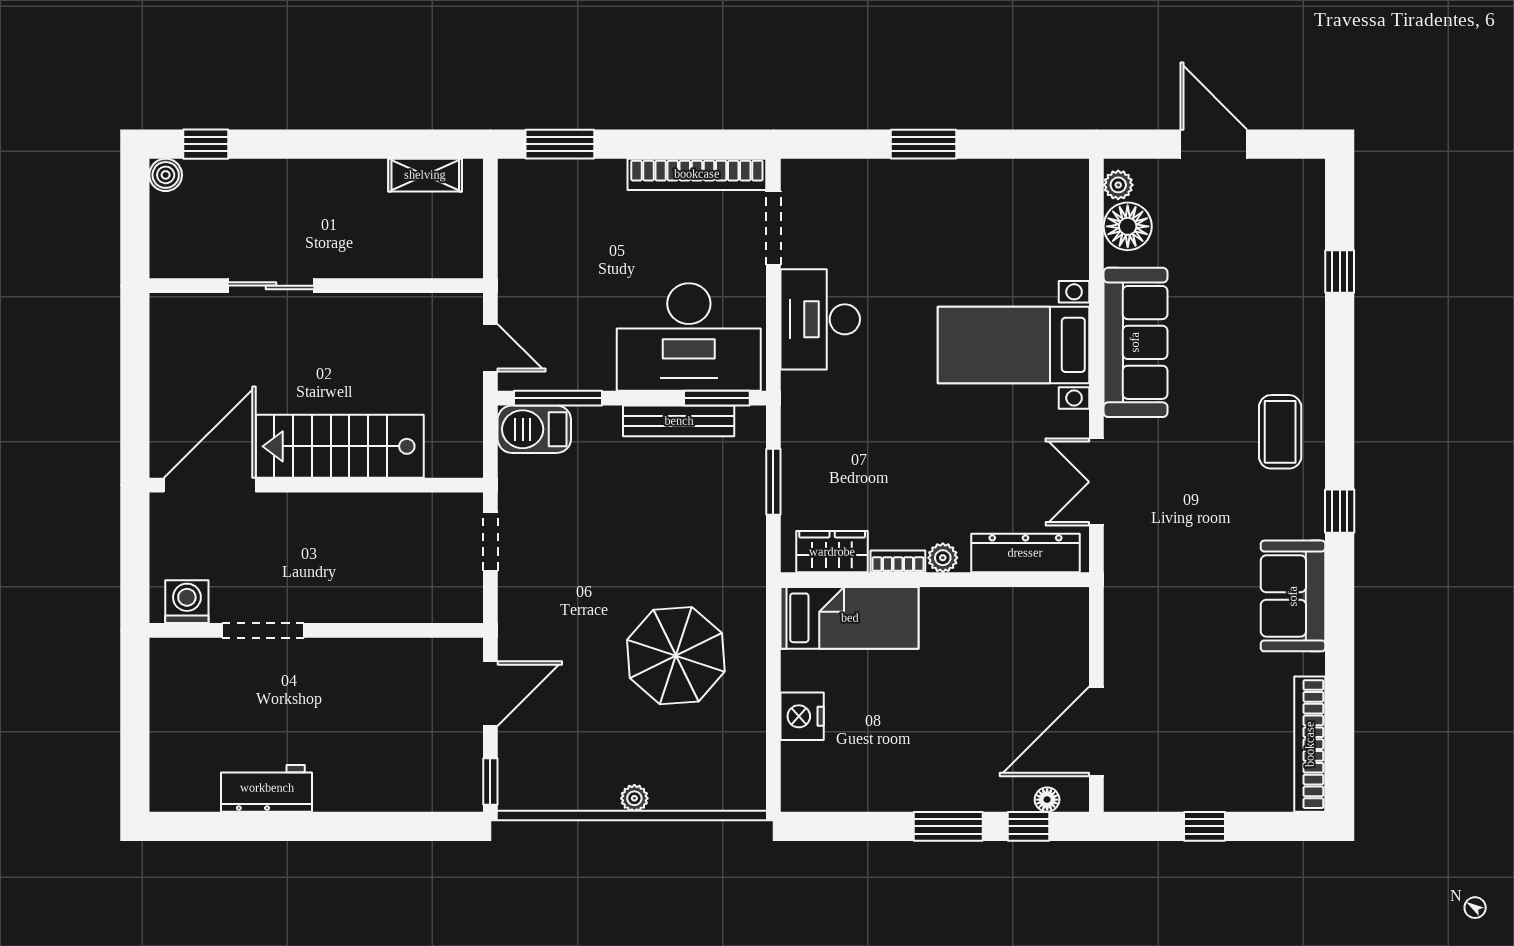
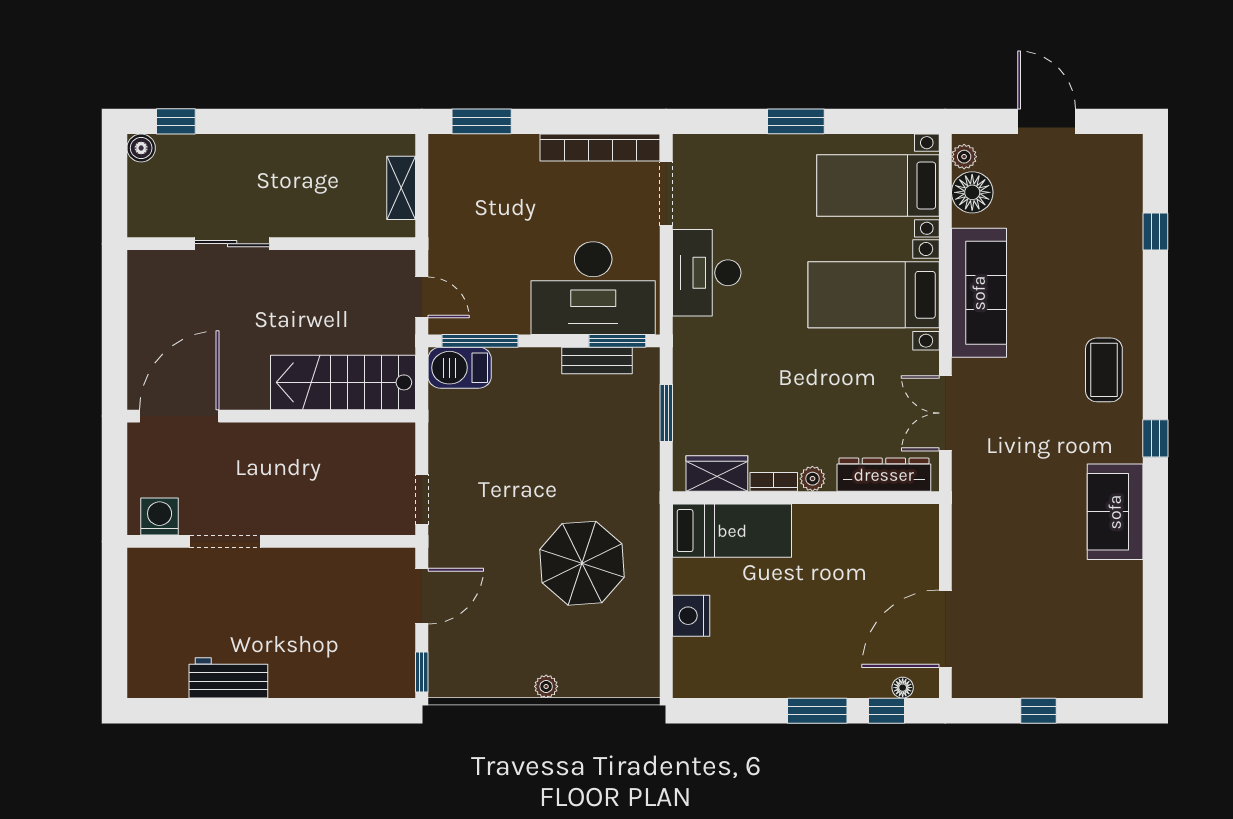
shelving: (425, 175) -> (401, 188), moved, turned 90
bed with nightstands: (1019, 218) -> (878, 185), added
bench: (679, 421) -> (597, 361), width x0.73
stairs: (340, 446) -> (343, 382), moved
doorway: (490, 541) -> (422, 499), moved
bookcase: (1310, 744) -> (1129, 640), removed

